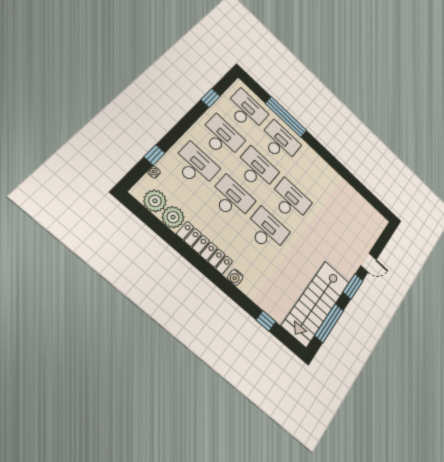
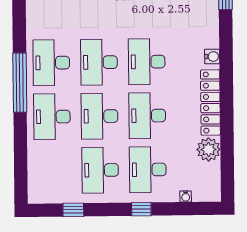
desk: (246, 110) -> (51, 63), moved
window: (286, 117) -> (20, 83), moved
window: (154, 155) -> (141, 209), moved
plant: (155, 201) -> (209, 175), removed

